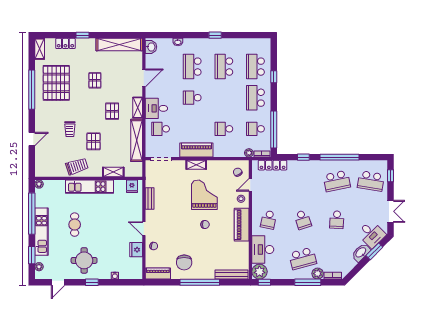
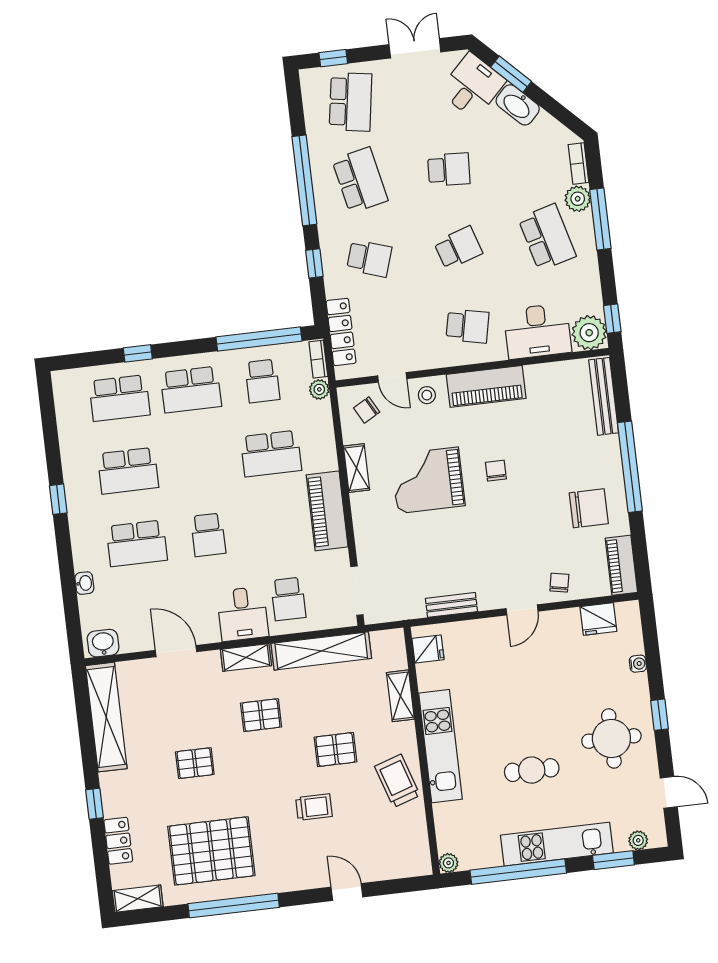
school desk: (224, 129) -> (271, 454), width x1.85
shelving: (196, 165) -> (356, 468), moved
school desk: (303, 181) -> (369, 258), added
fridge: (136, 250) -> (598, 619), moved

